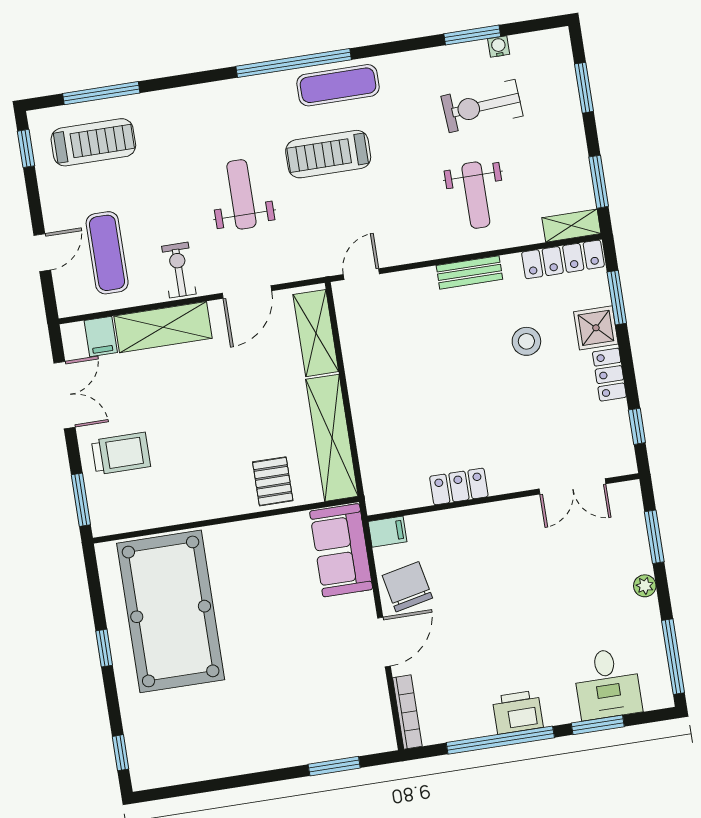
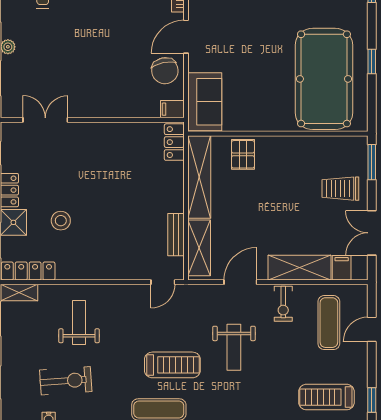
bench: (469, 272) -> (176, 235), moved, turned 90
locker: (459, 486) -> (174, 142), moved, turned 90

